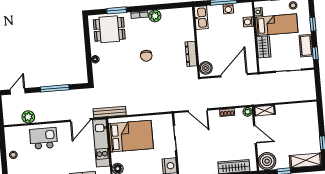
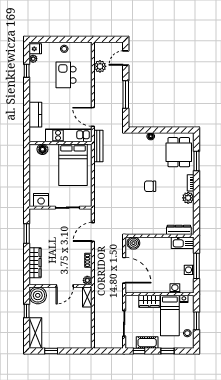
dresser: (191, 54) -> (179, 230), moved
door: (18, 91) -> (126, 58), swing flipped
kitchen island: (44, 138) -> (66, 75), moved, turned 180

